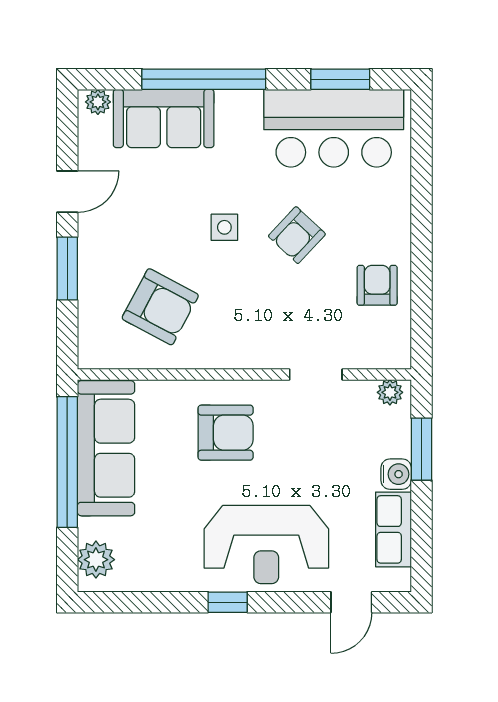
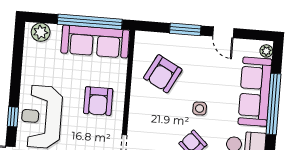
sofa: (164, 118) -> (255, 92), width x1.36
window: (228, 602) -> (13, 117), moved

